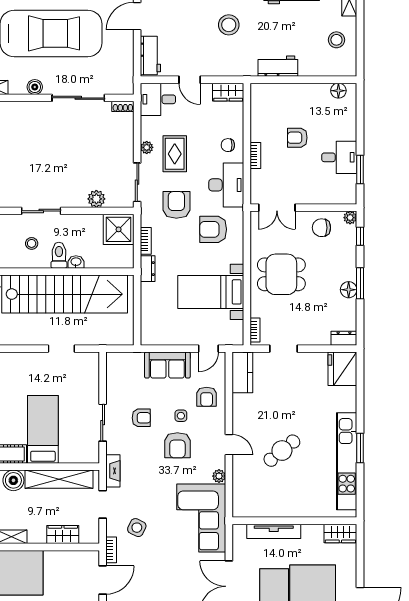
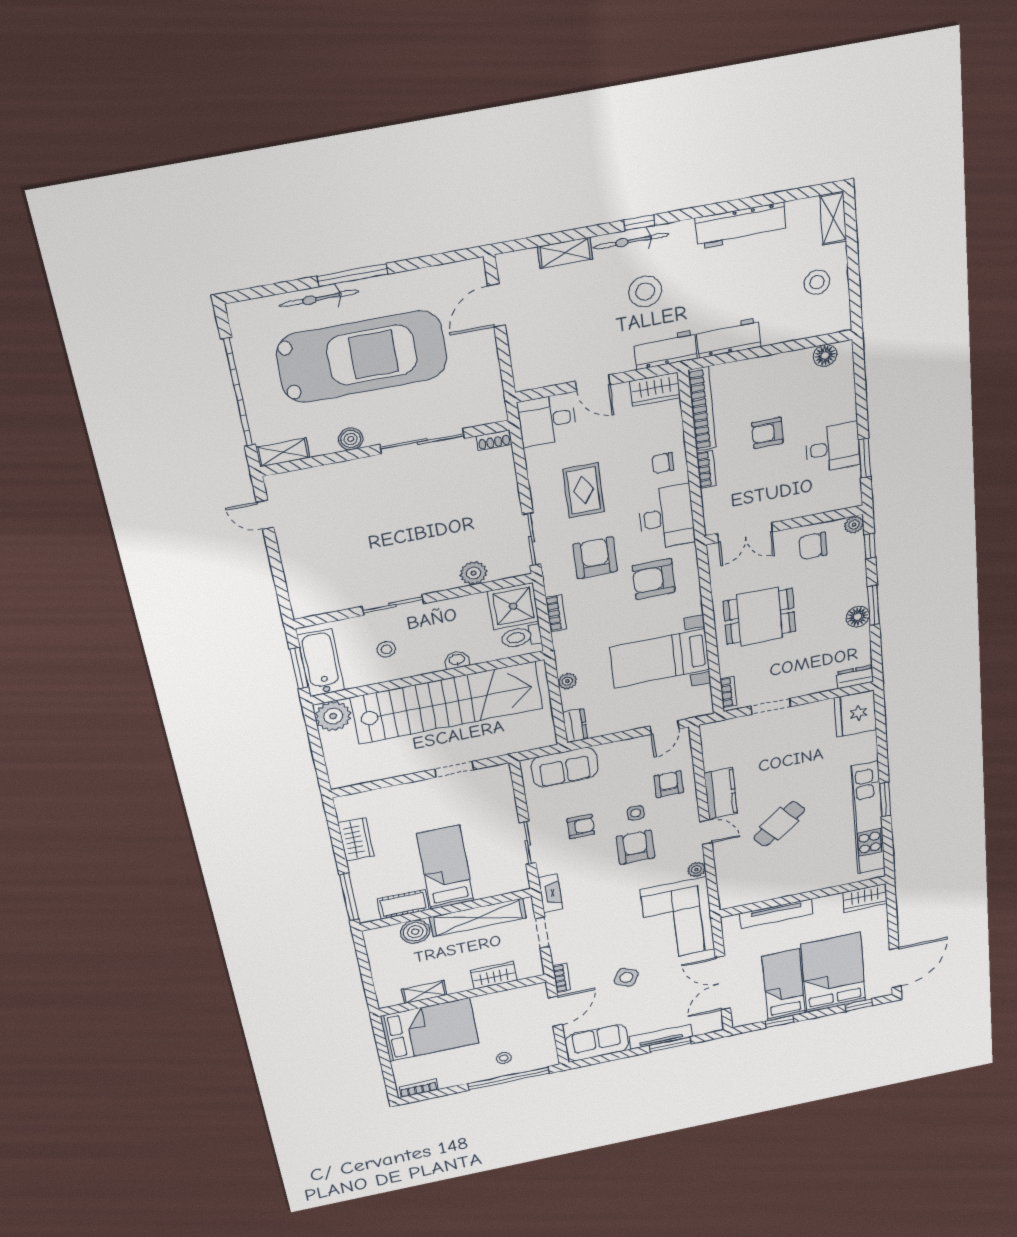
workbench: (150, 56) -> (665, 350), moved, turned -90
bookcase: (257, 112) -> (702, 409), added
plant: (147, 147) -> (567, 681), moved
toilet: (59, 255) -> (521, 637), moved, turned -90
dresser: (148, 269) -> (575, 725), moved
sofa: (167, 365) -> (565, 767), moved
kitchen counter: (242, 372) -> (721, 794), moved
armchair: (207, 397) -> (669, 784), turned 180
armchair: (177, 445) -> (635, 847), turned 180
side table: (137, 528) -> (626, 977), moved

